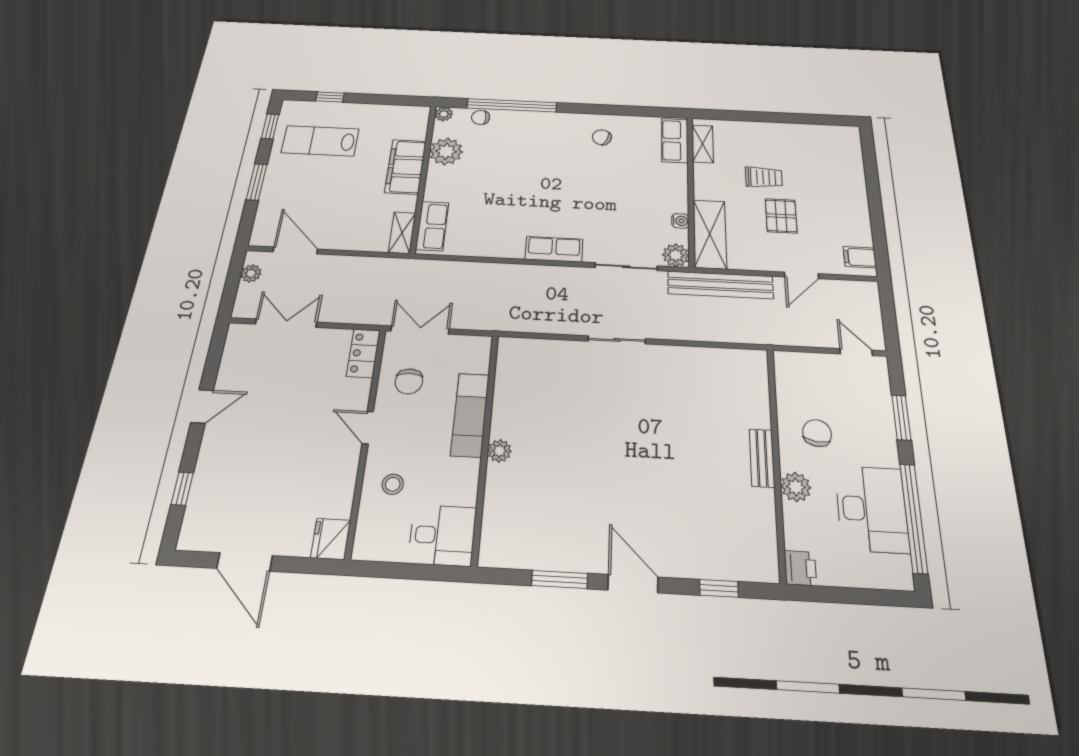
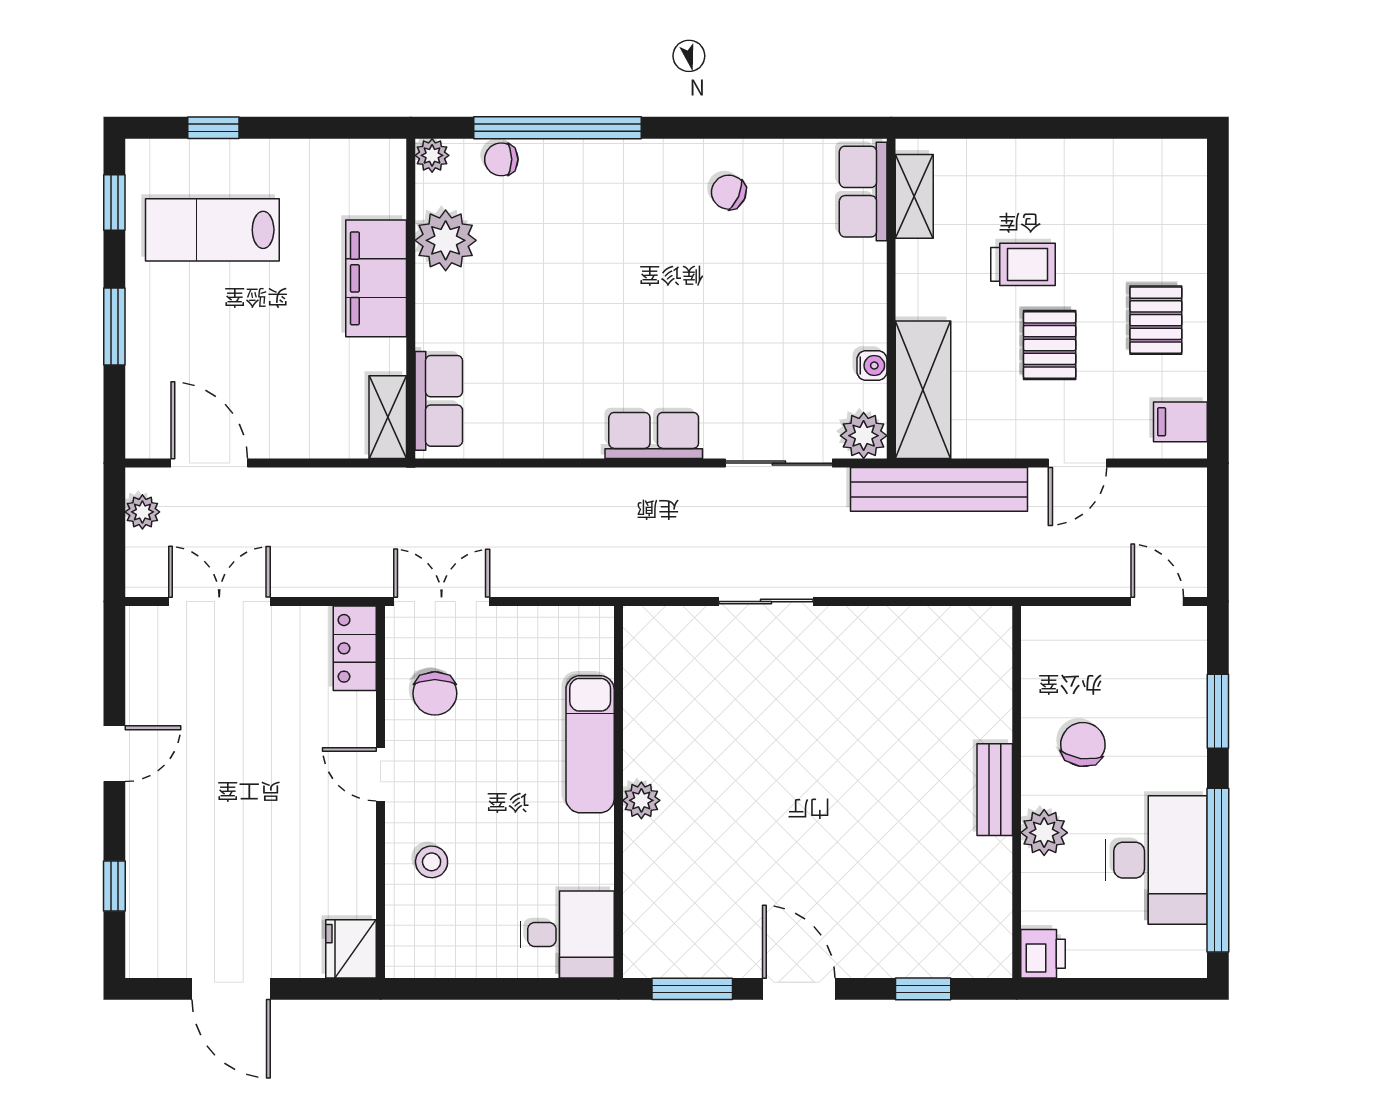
pallet: (840, 207) -> (1156, 320), added
exam couch: (470, 415) -> (590, 744), moved
wall: (485, 445) -> (619, 792), moved
plant: (500, 451) -> (641, 800), moved
desk: (442, 535) -> (567, 935), moved

